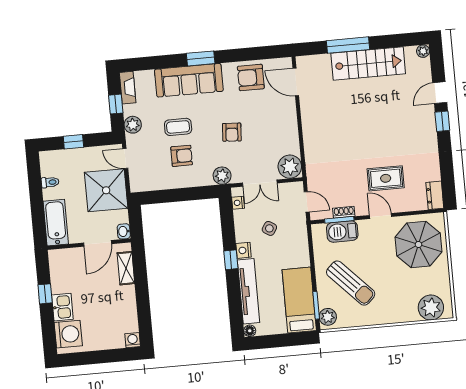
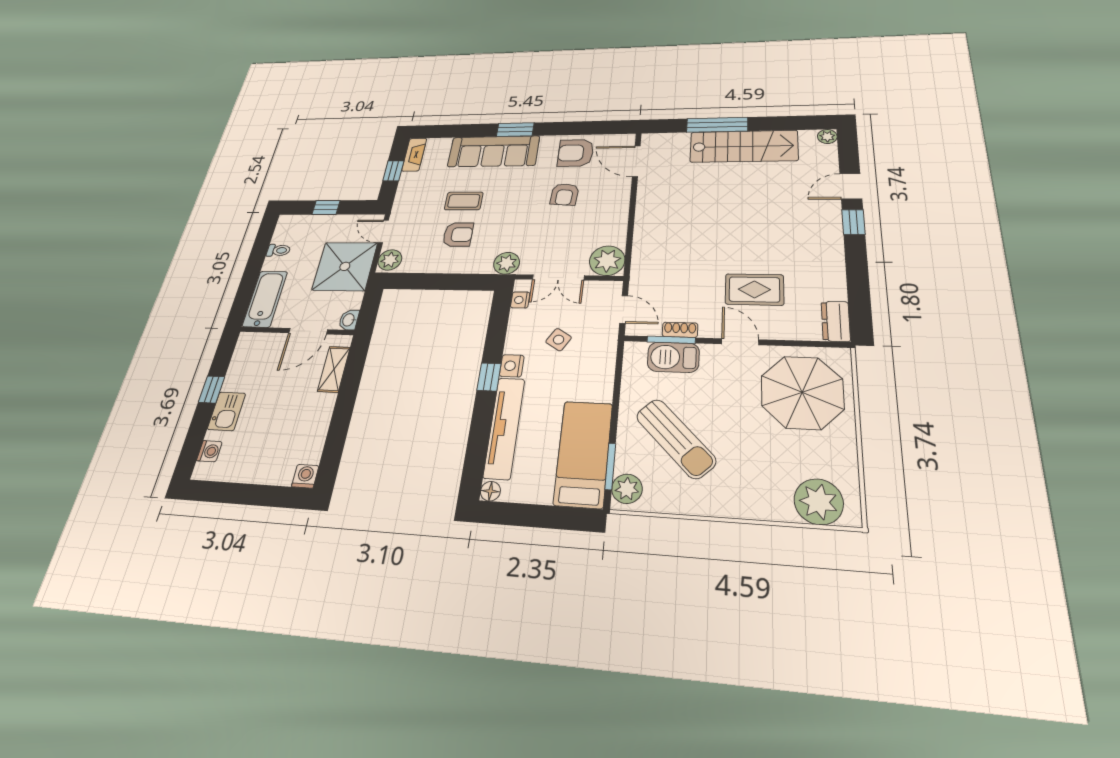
plant: (133, 125) -> (390, 260), moved
armchair: (232, 132) -> (565, 194), moved
washing machine: (68, 334) -> (209, 451), width x0.53, depth x0.53

